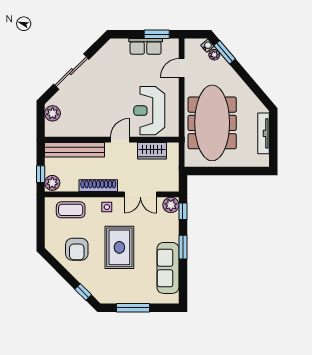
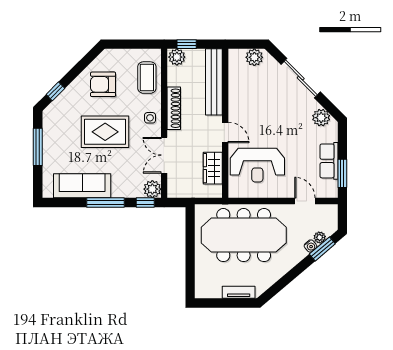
water cooler: (207, 46) -> (310, 246), moved
plant: (107, 53) -> (321, 118), added
reception desk: (149, 111) -> (257, 165), turned 180
tv unit: (264, 133) -> (239, 292), width x0.71
window: (183, 247) -> (105, 202), width x1.44

